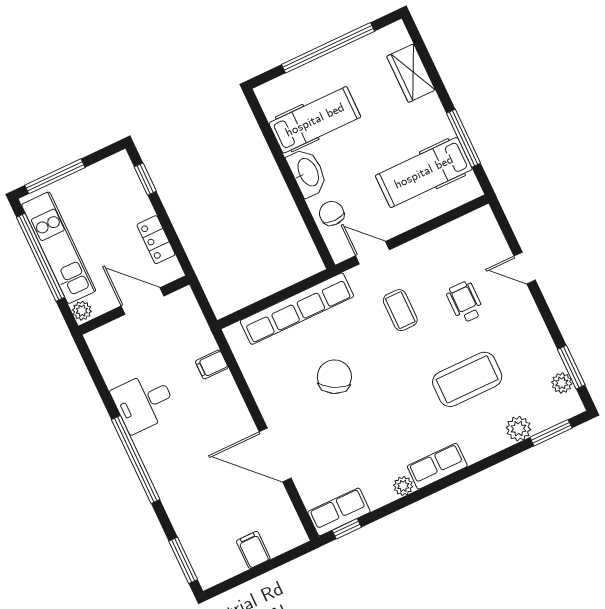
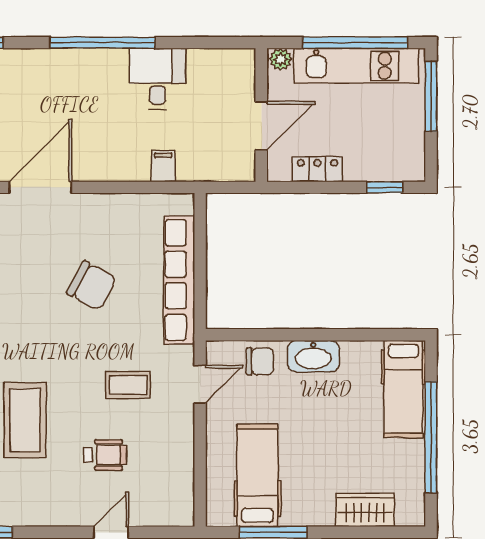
hospital bed: (315, 120) -> (403, 389), moved

